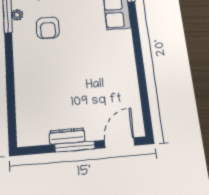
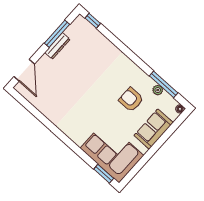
window: (12, 128) -> (93, 21), added
window: (75, 147) -> (57, 34), moved

